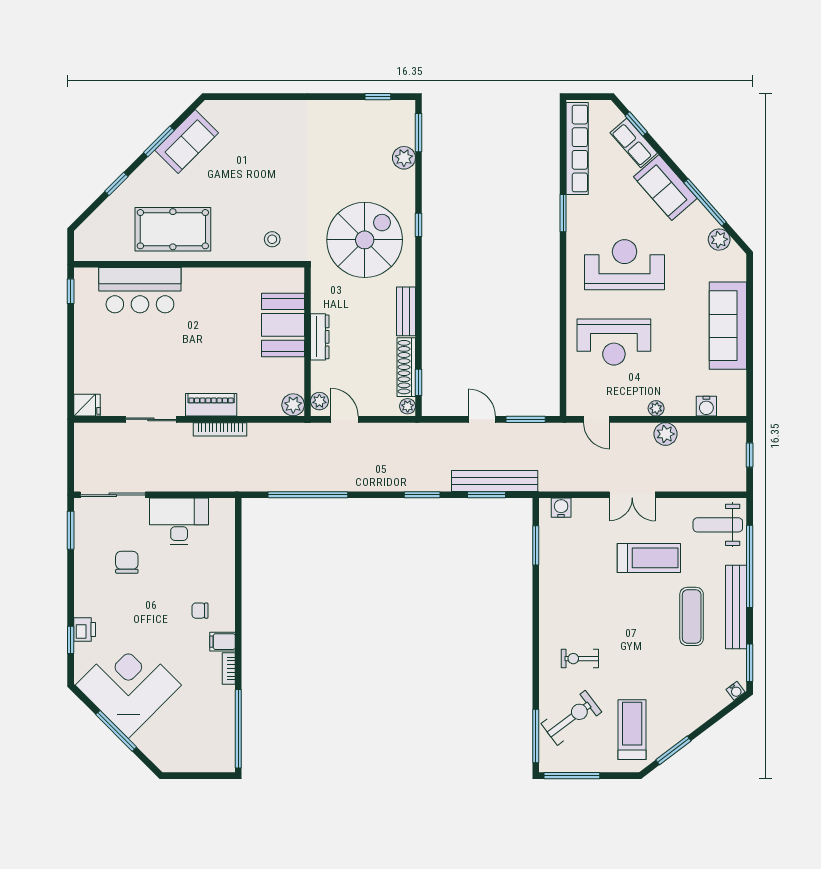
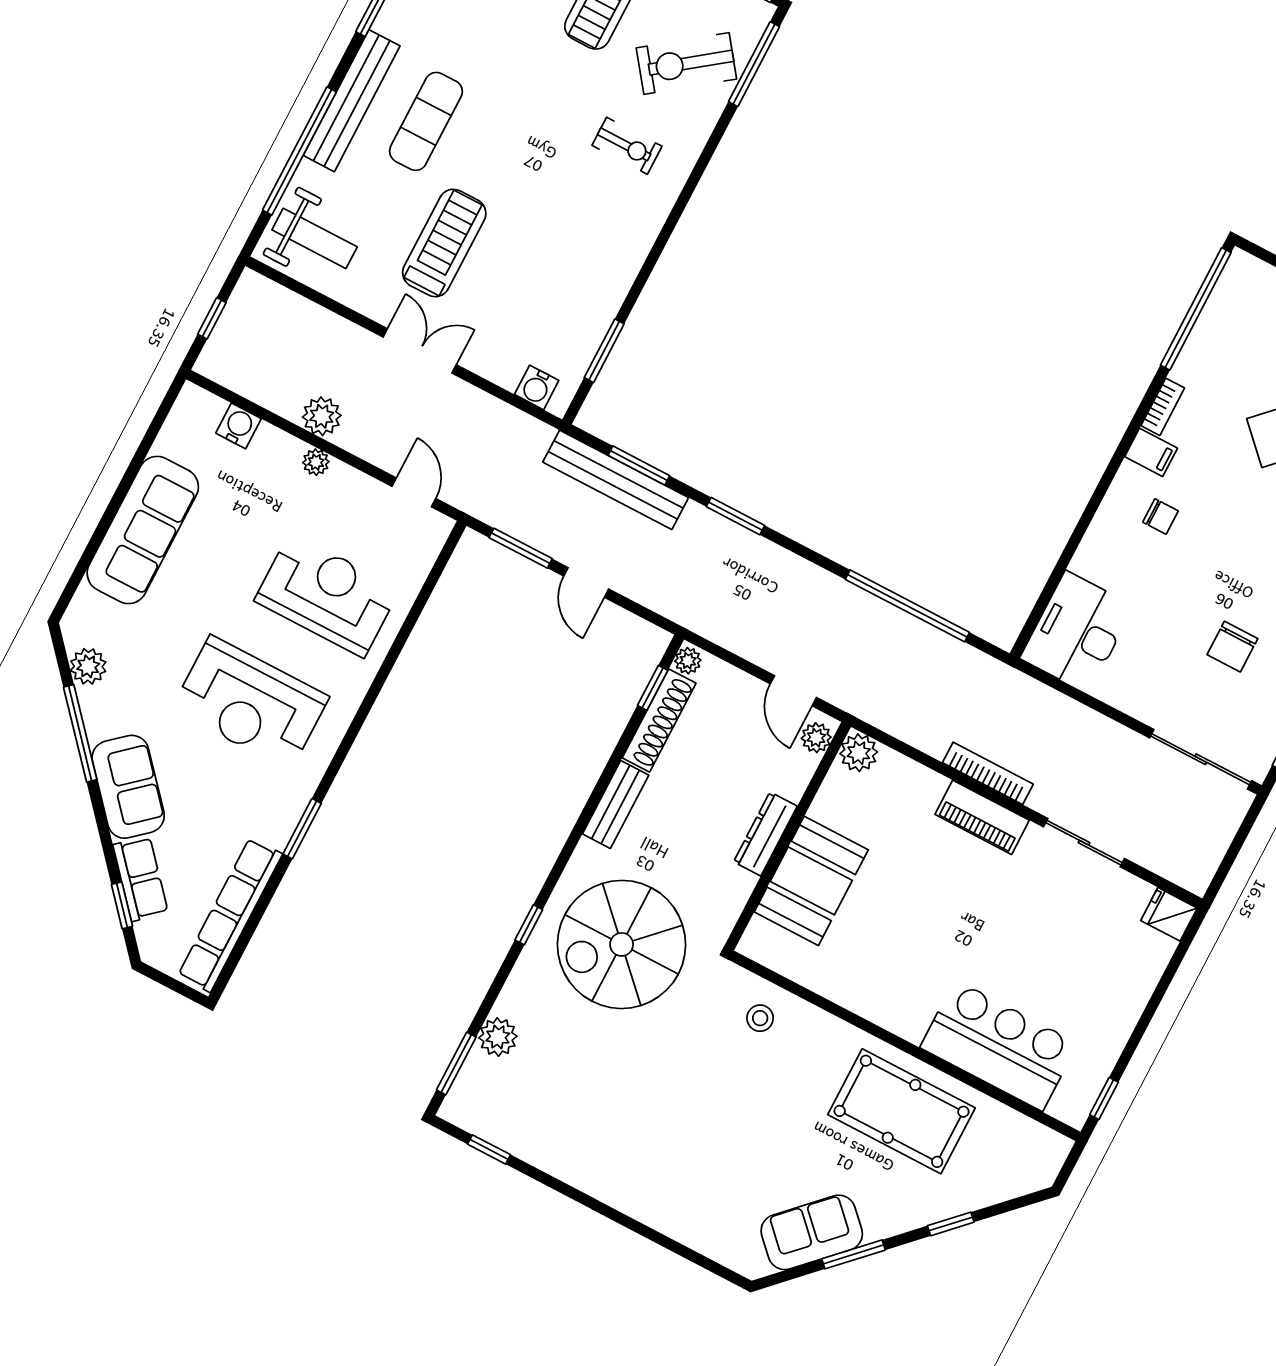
desk: (179, 521) -> (1077, 632), moved, turned 90
treadmill: (649, 558) -> (444, 243), turned 90

